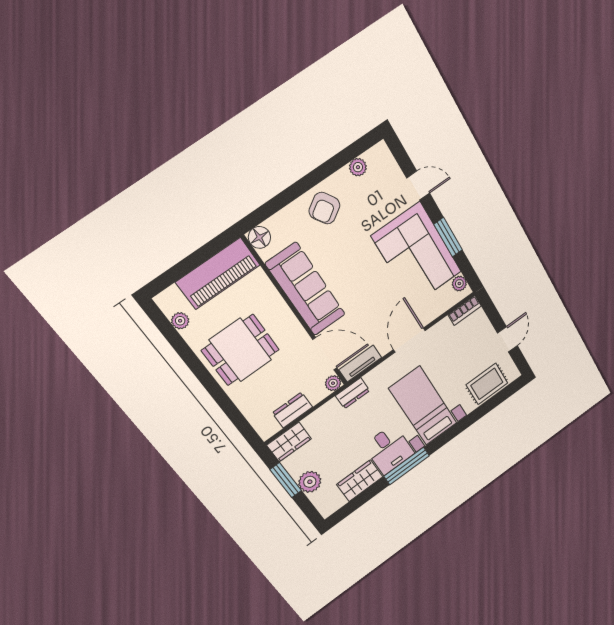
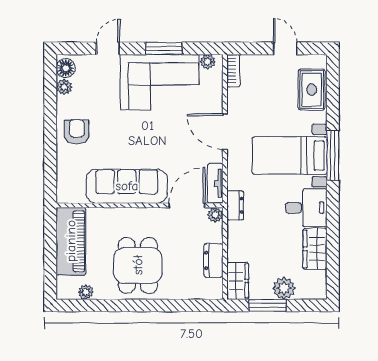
armchair: (324, 208) -> (77, 132), turned -147
floor lamp: (259, 237) -> (66, 68), moved
window: (407, 466) -> (333, 155), moved

